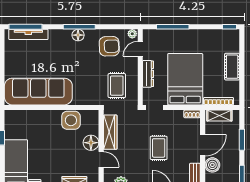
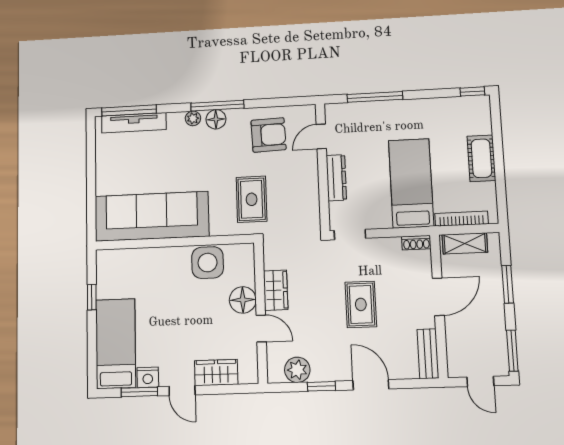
plant: (132, 34) -> (193, 118), moved
bed: (185, 79) -> (411, 183), width x0.67
rug: (117, 86) -> (252, 199), moved
wardrobe: (110, 132) -> (276, 290), width x0.67
boiler: (212, 165) -> (458, 331), removed

